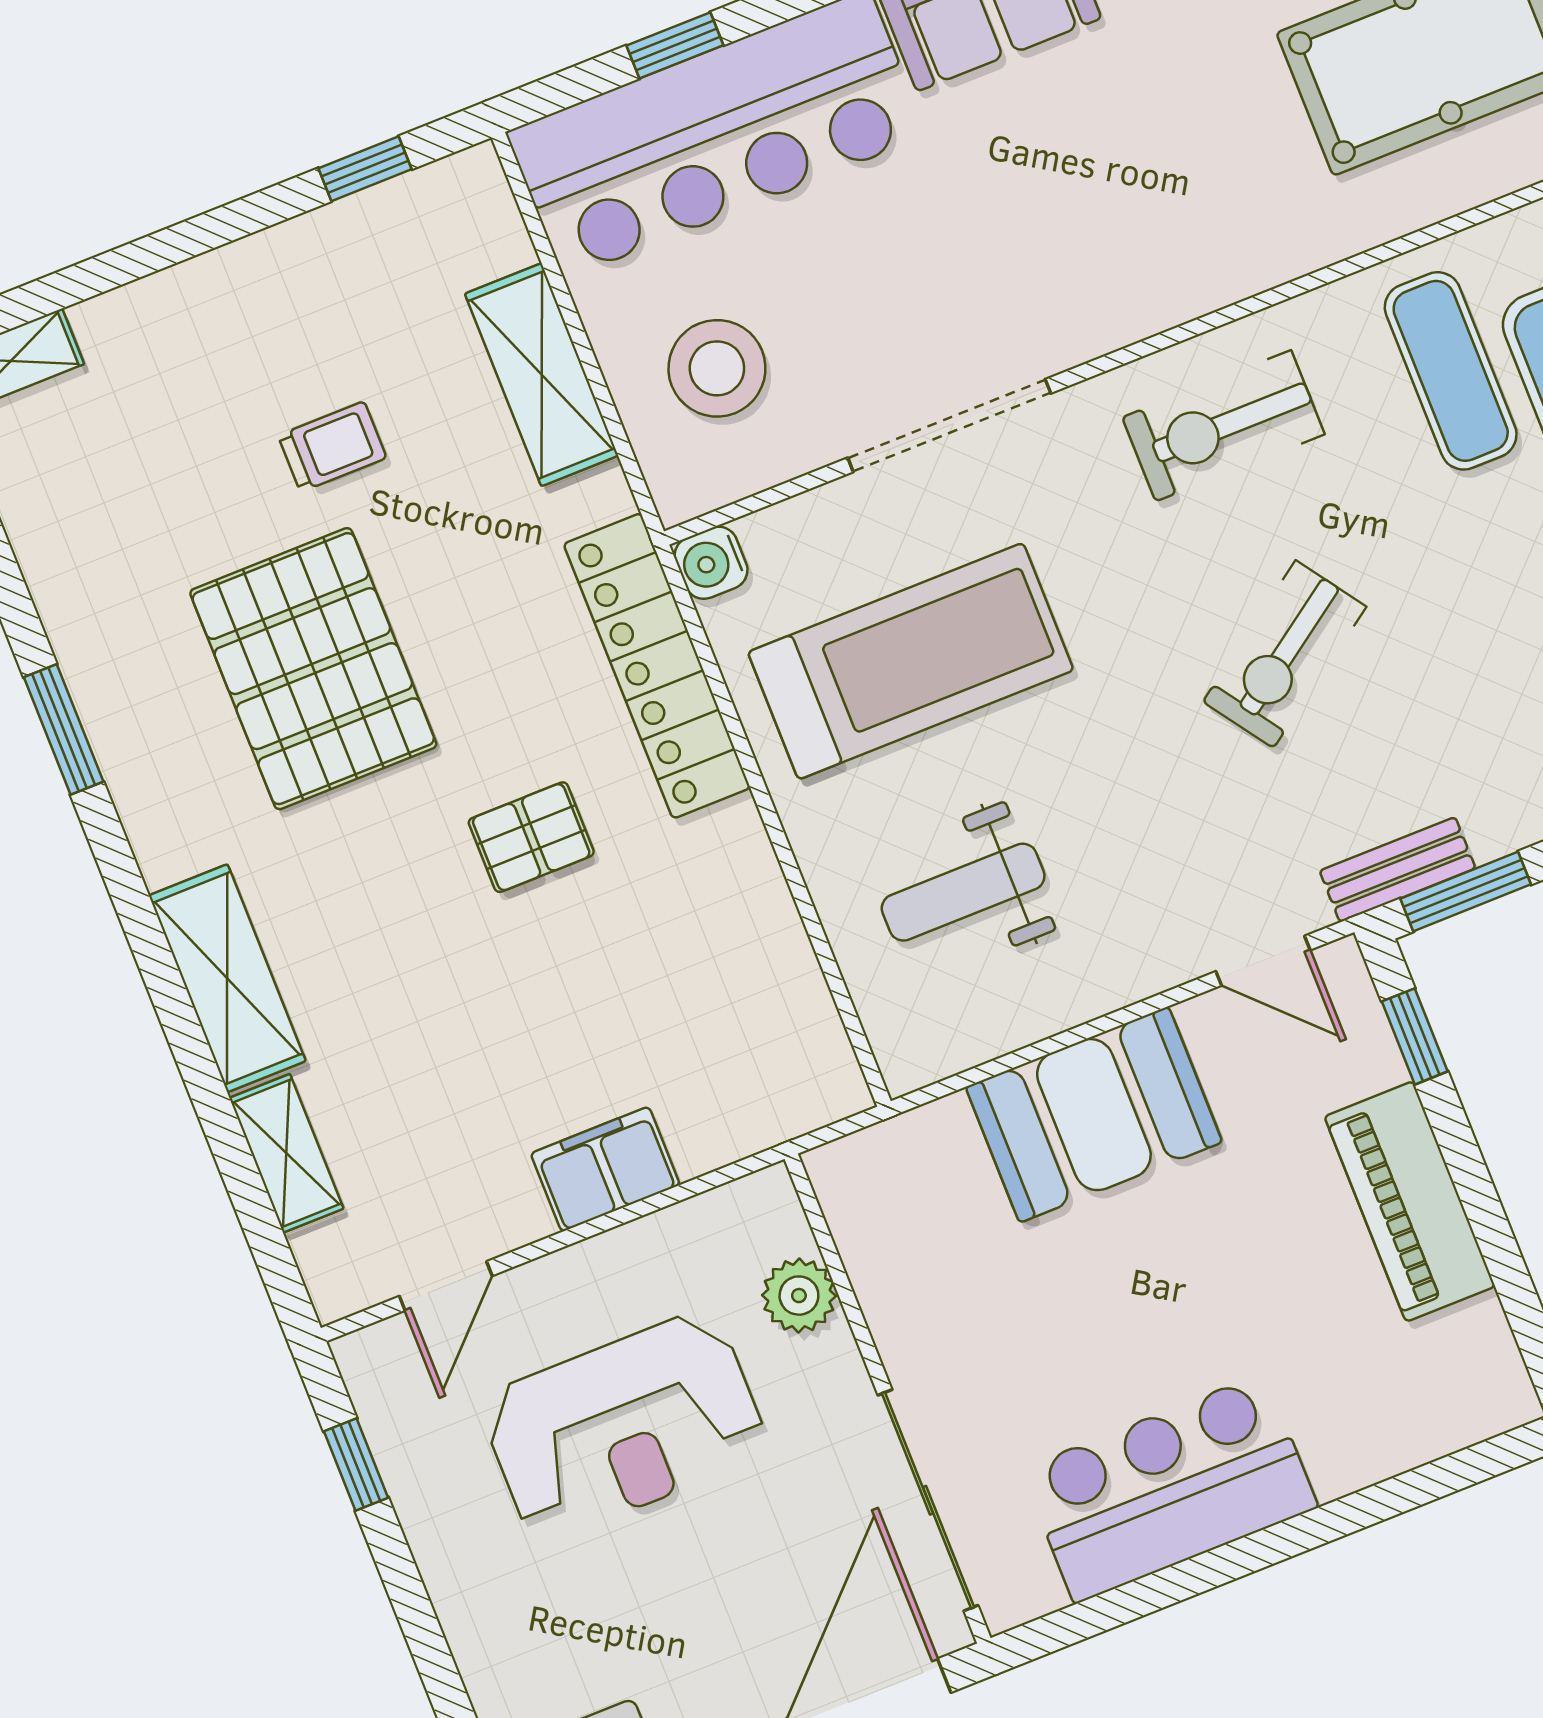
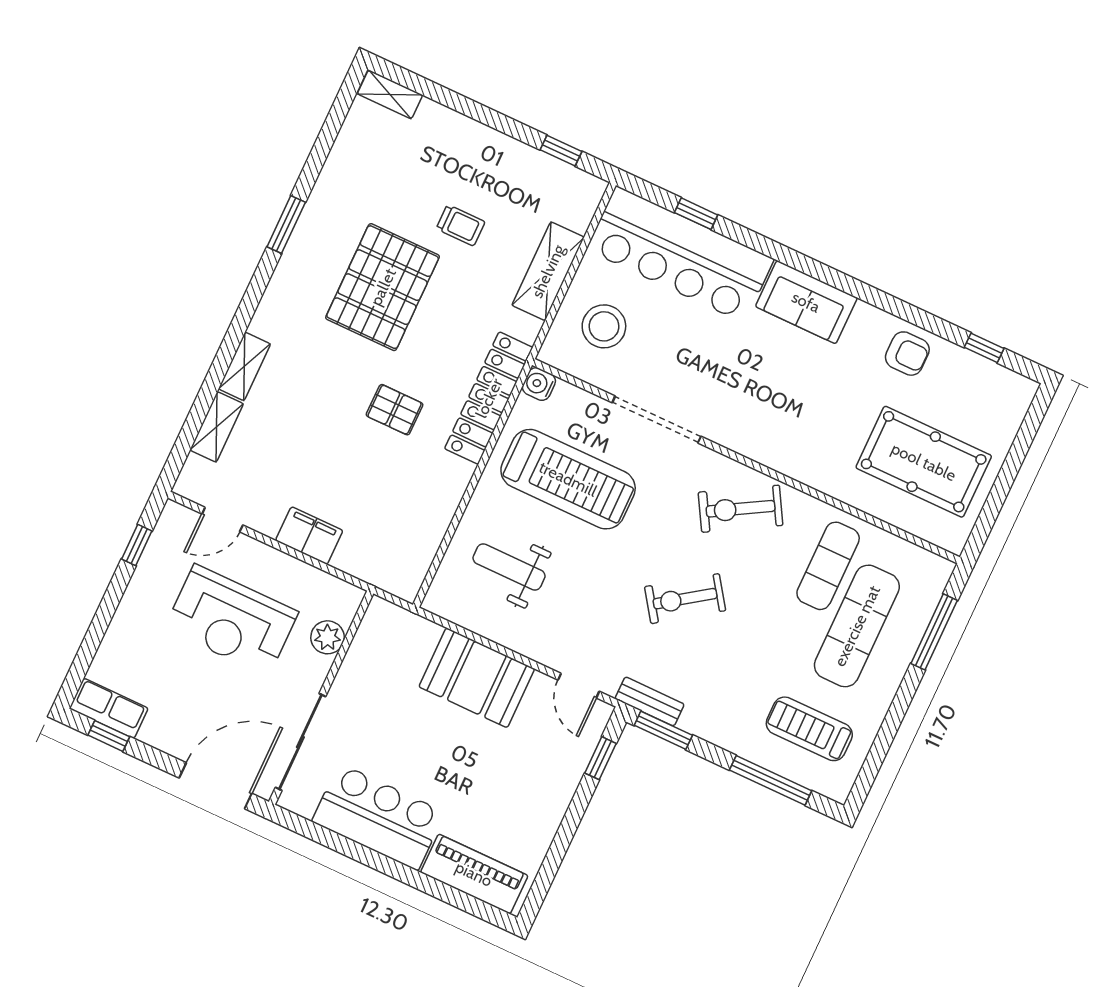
exercise bike: (1223, 426) -> (741, 509), turned -30
shelving: (227, 978) -> (244, 366), width x0.67, depth x0.75
piano: (1410, 1201) -> (474, 874), moved, turned 90

